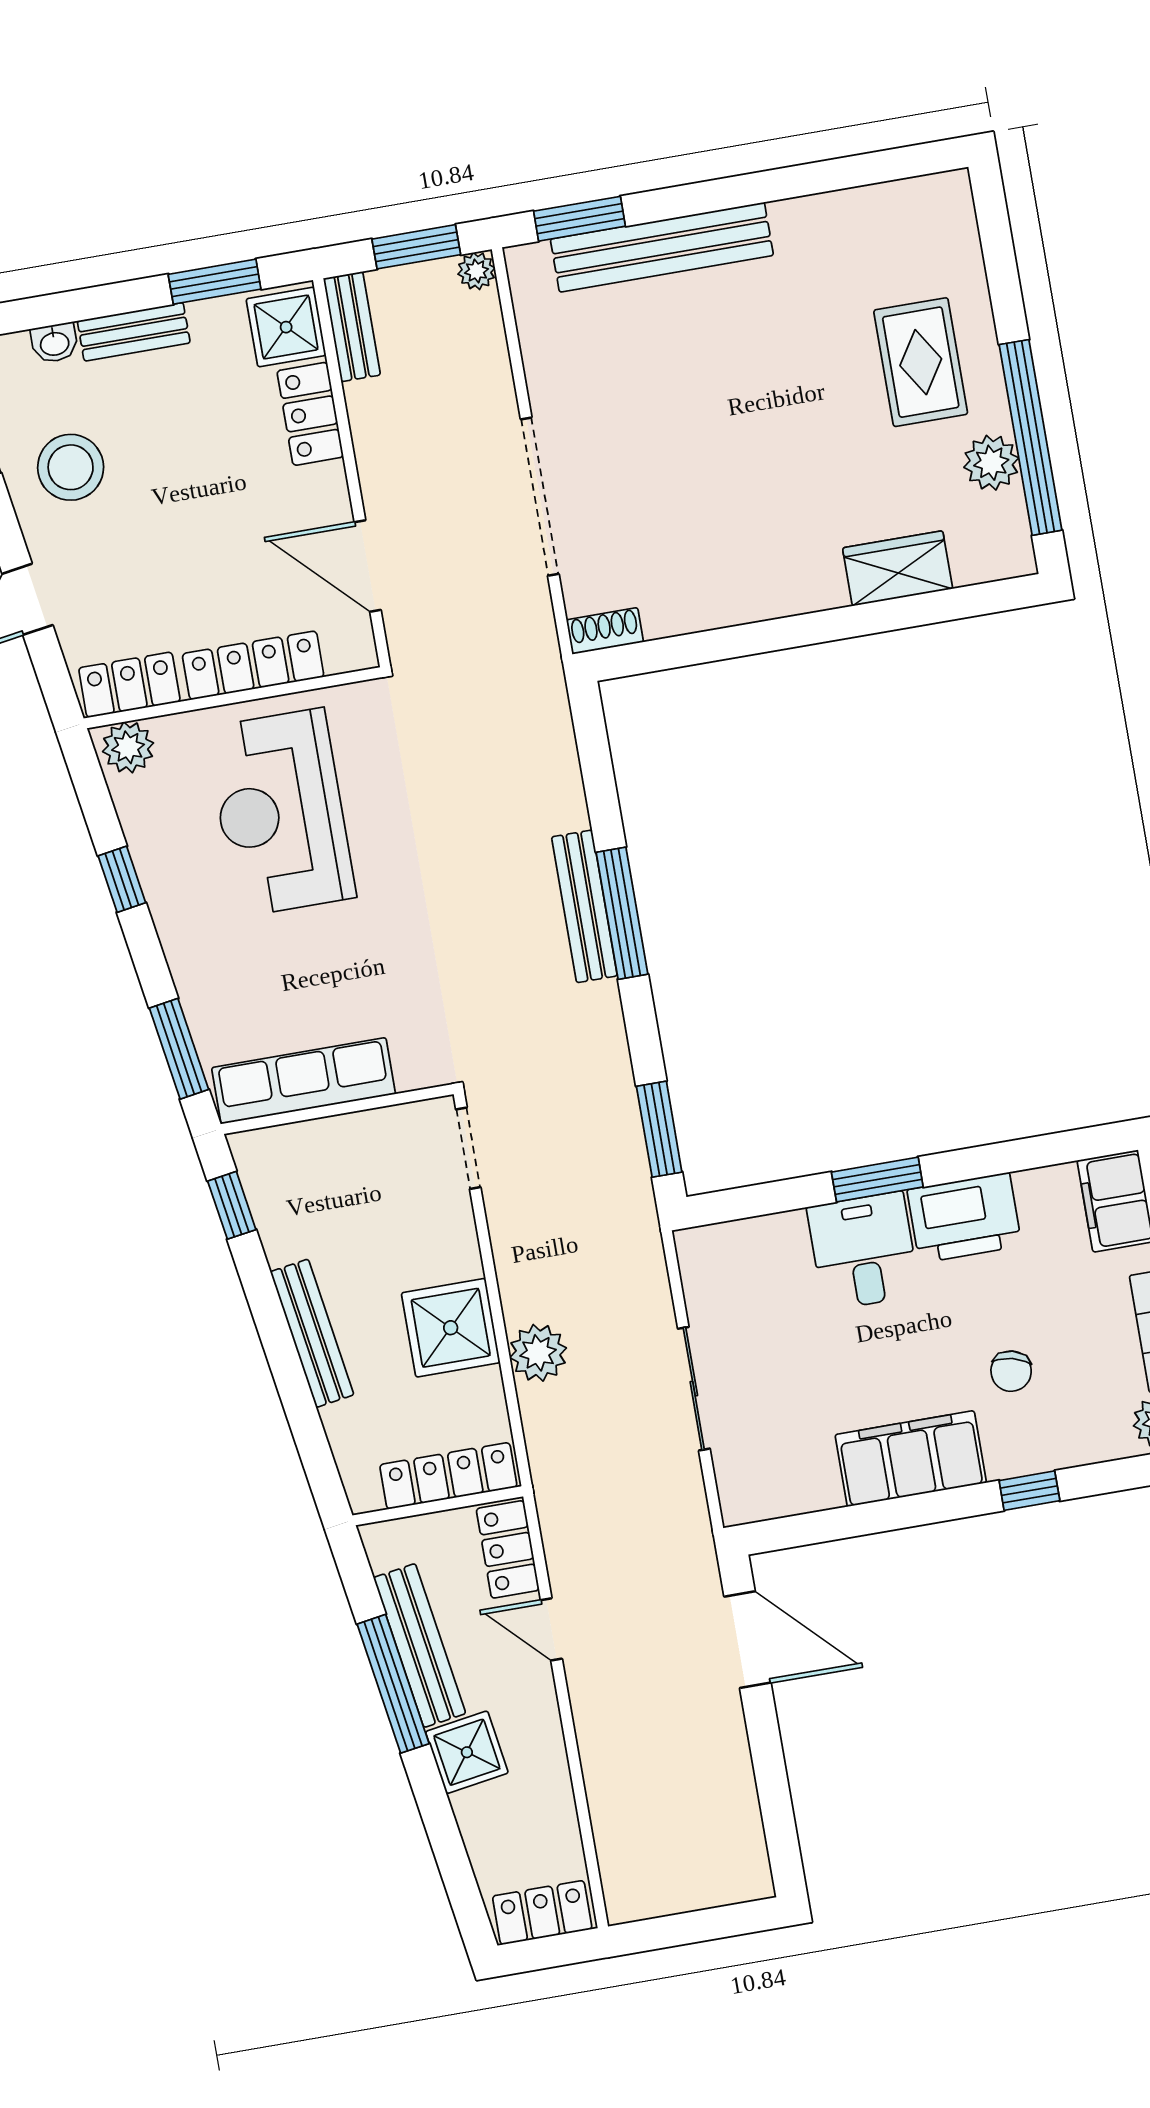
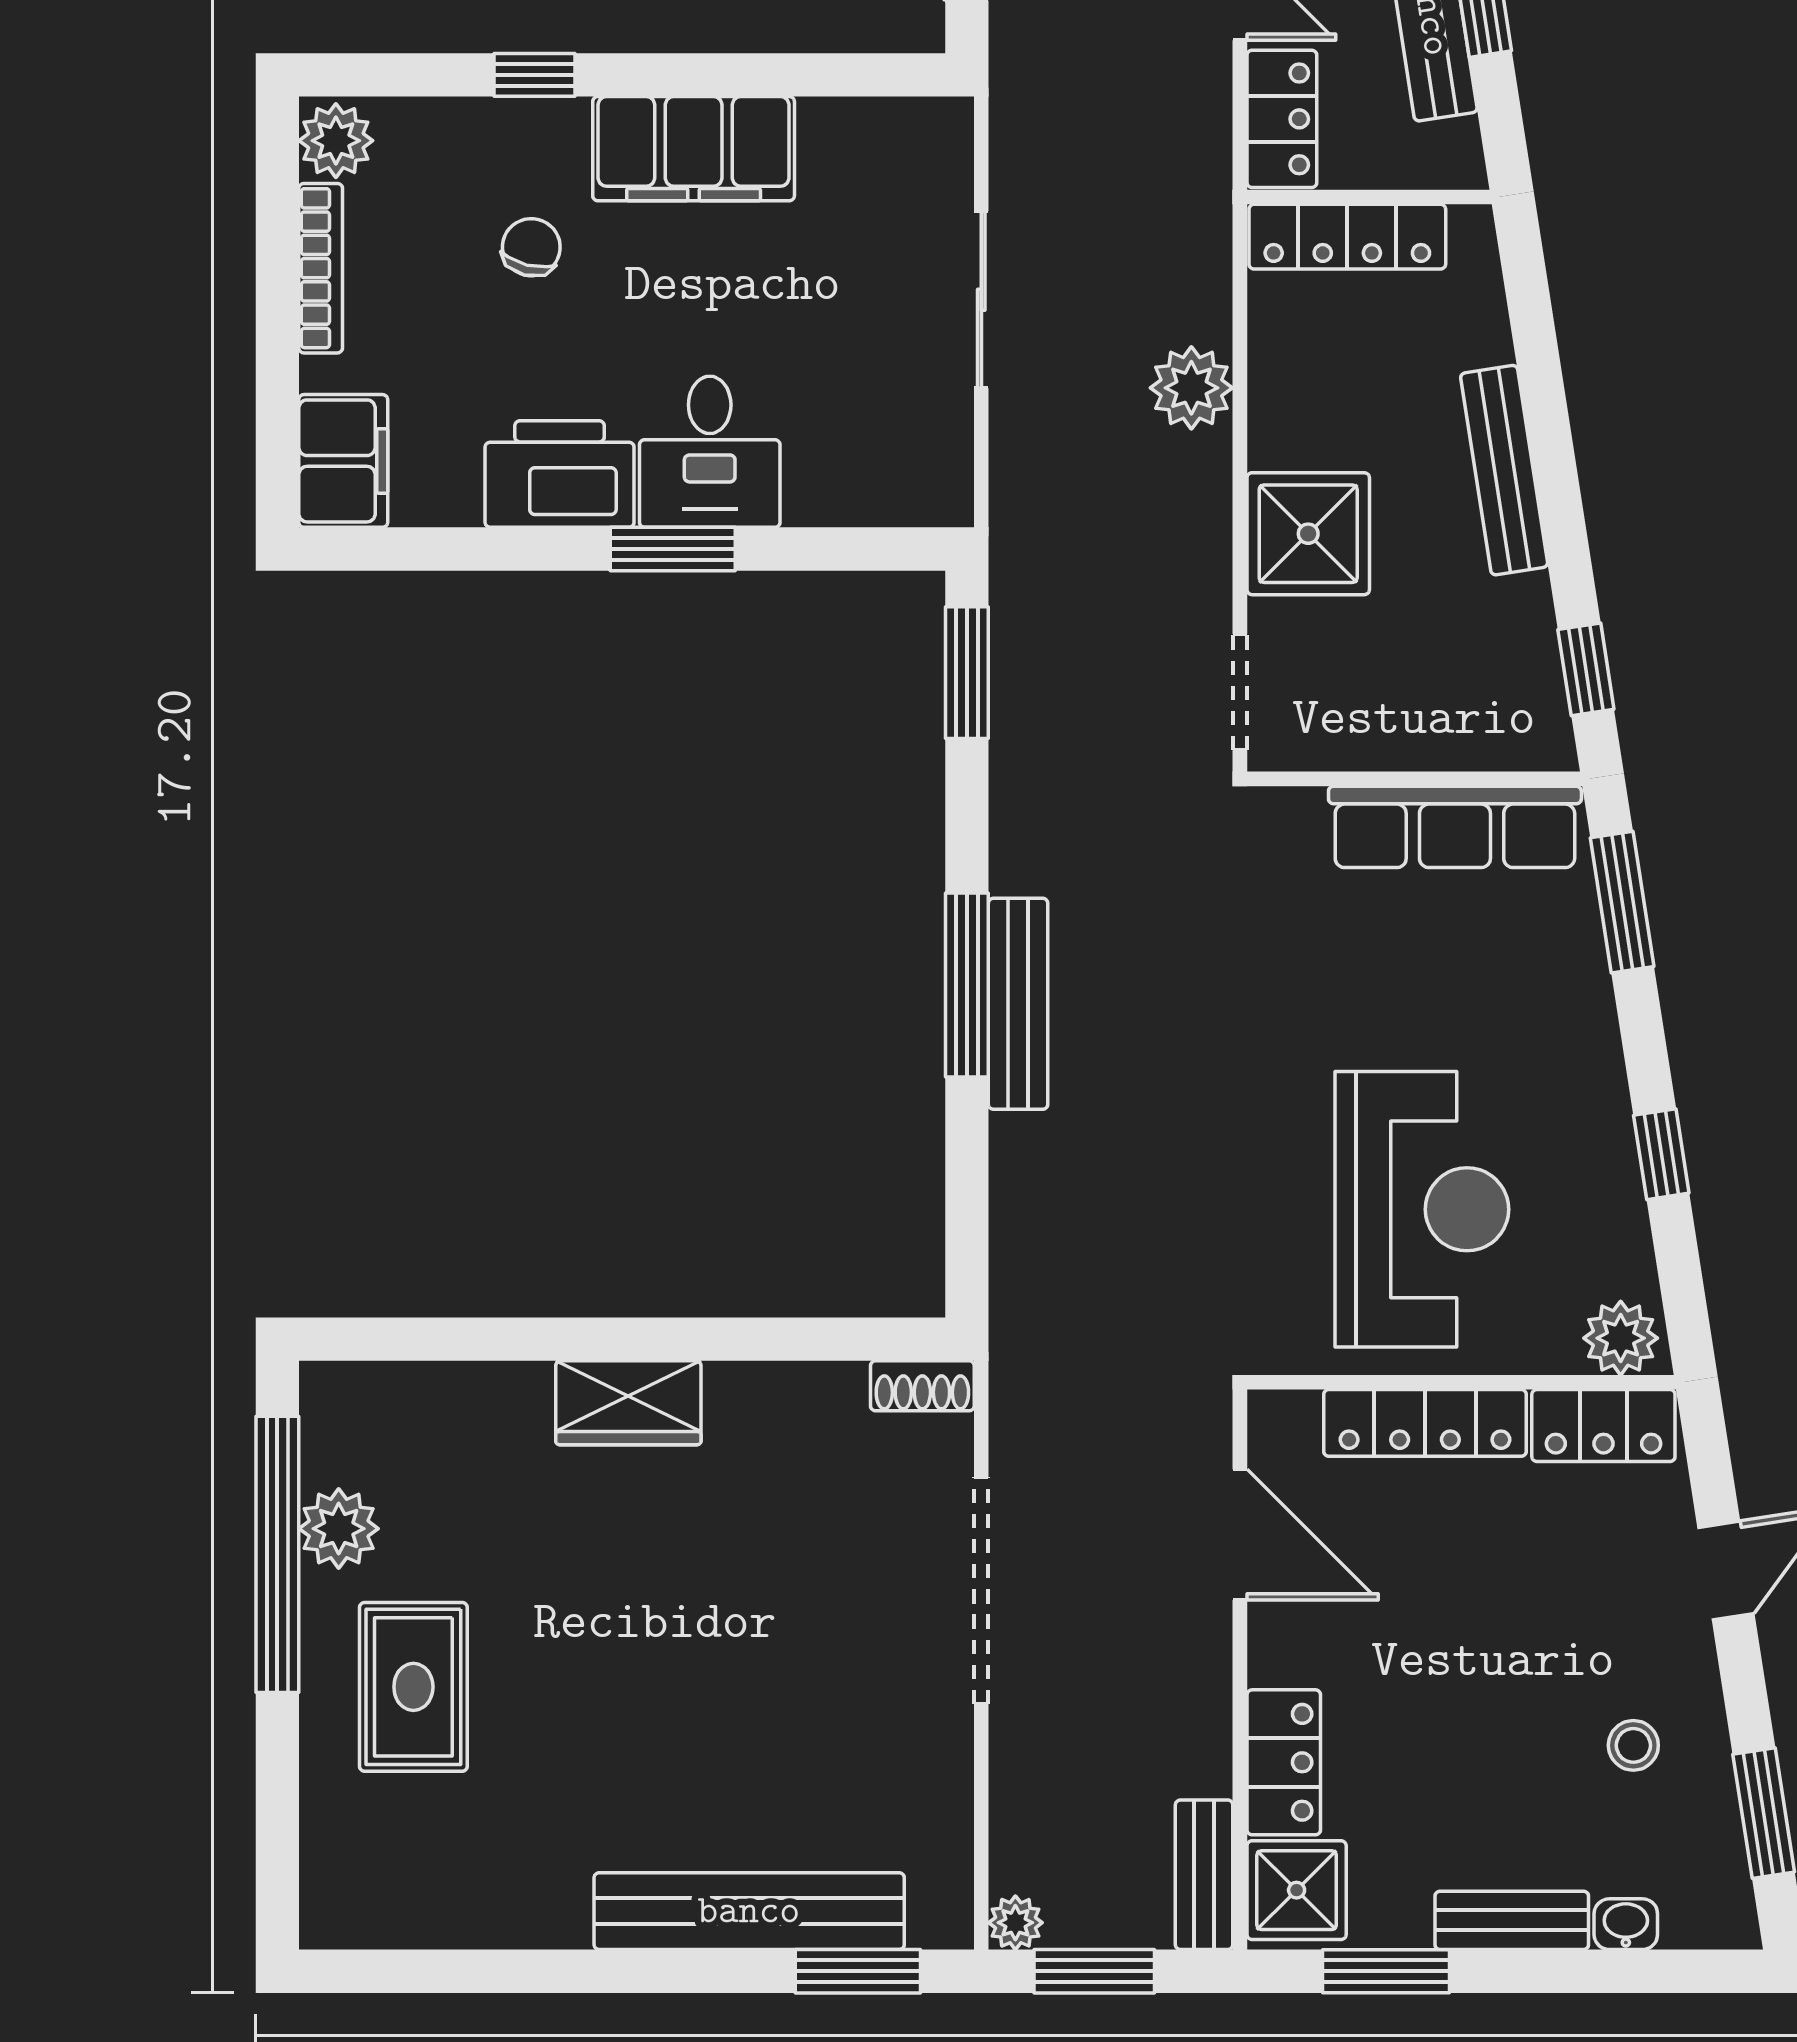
stool: (71, 467) -> (1633, 1745), width x0.53, depth x0.53
wardrobe: (898, 568) -> (628, 1403), moved
shower: (451, 1328) -> (1308, 534), moved

